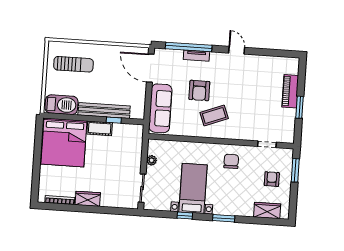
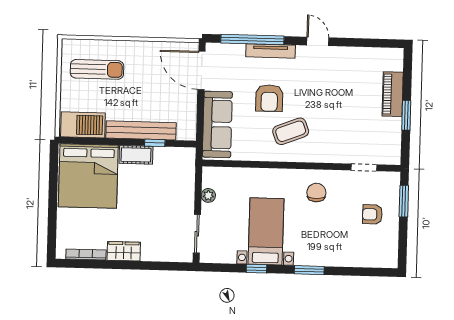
tv unit: (196, 56) -> (271, 51), width x1.41
armchair: (272, 179) -> (372, 214), turned -90
wardrobe: (267, 210) -> (368, 257), removed

